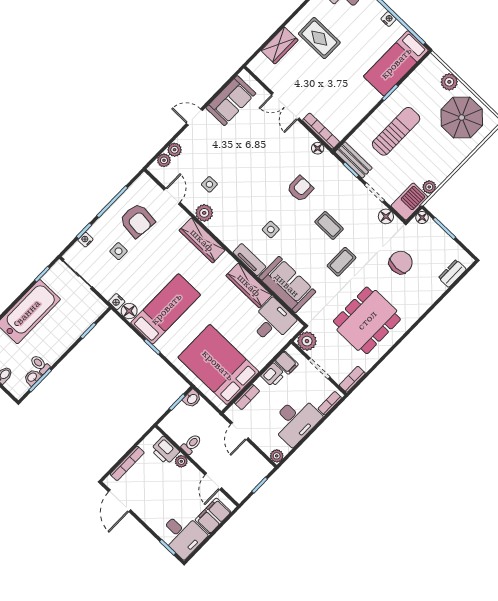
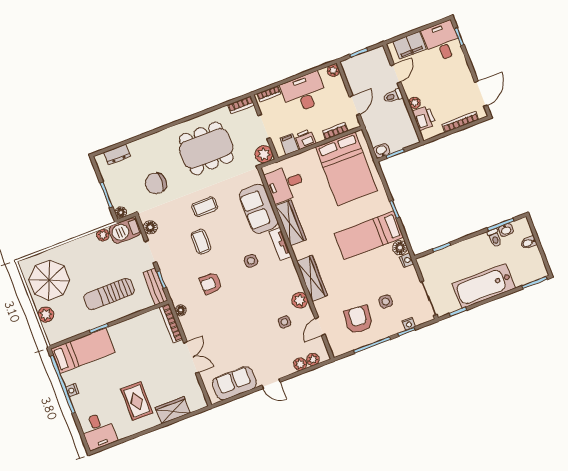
toilet: (191, 444) -> (393, 96), moved

